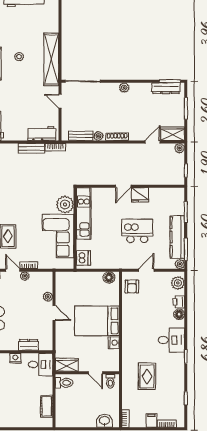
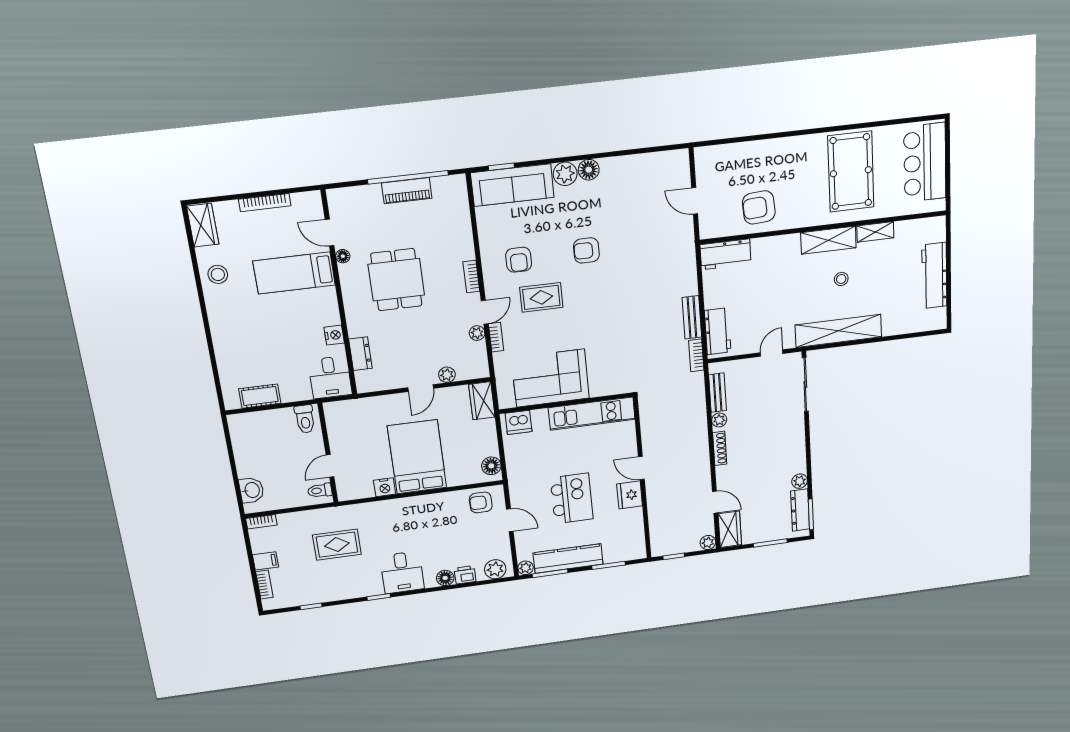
plant: (124, 88) -> (800, 481), moved
plant: (65, 205) -> (604, 382), removed
wardrobe: (67, 365) -> (482, 401), moved, turned 180

